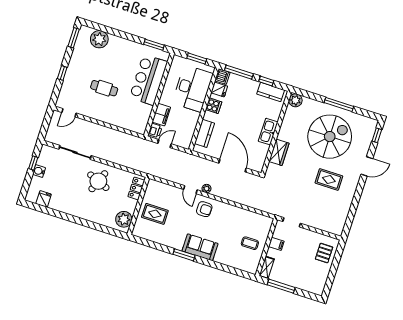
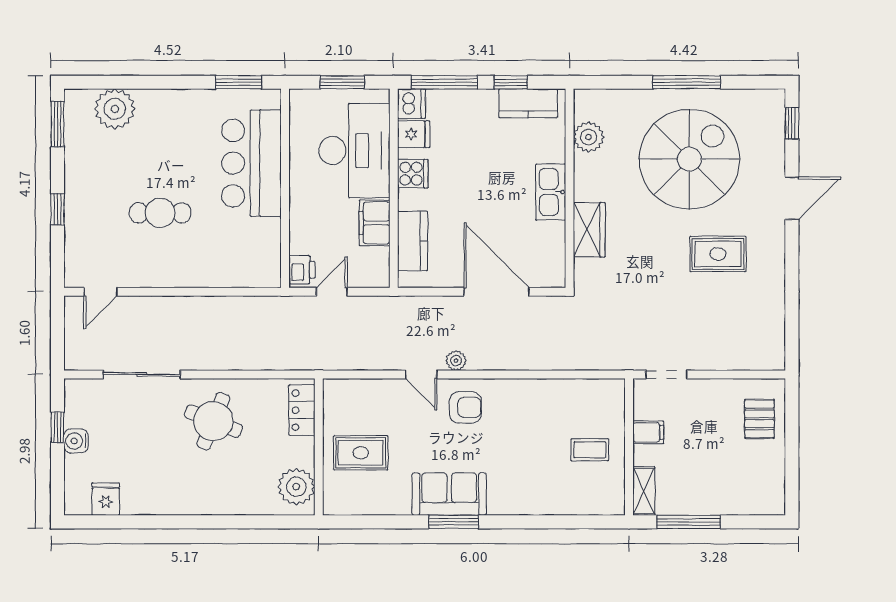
plant: (295, 100) -> (589, 137), moved
filing cabinet: (161, 115) -> (374, 223), moved, turned 180
sofa: (200, 247) -> (449, 494), moved

